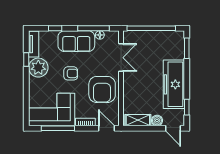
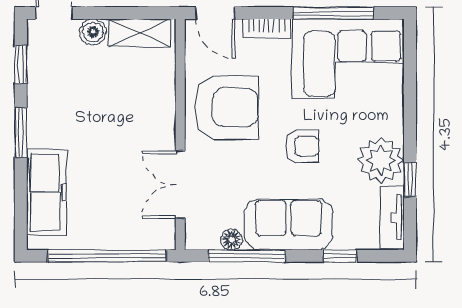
window: (187, 48) -> (21, 133), moved
armchair: (71, 73) -> (302, 146), turned 180
freezer: (174, 84) -> (47, 192), moved, width x0.73, depth x0.79
armchair: (102, 89) -> (226, 107), turned 90

